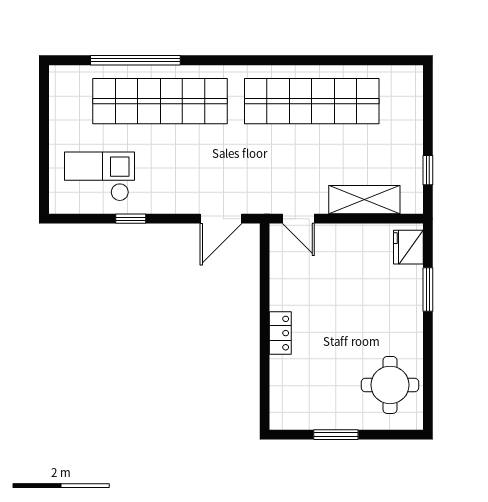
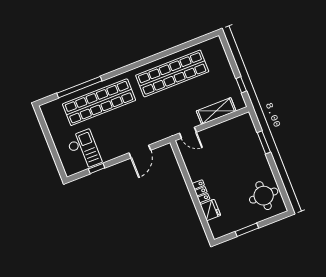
checkout: (99, 176) -> (84, 150), turned 90
window: (131, 219) -> (97, 168), moved
door: (221, 219) -> (140, 152), moved
fridge: (408, 247) -> (210, 210), moved, turned 180

